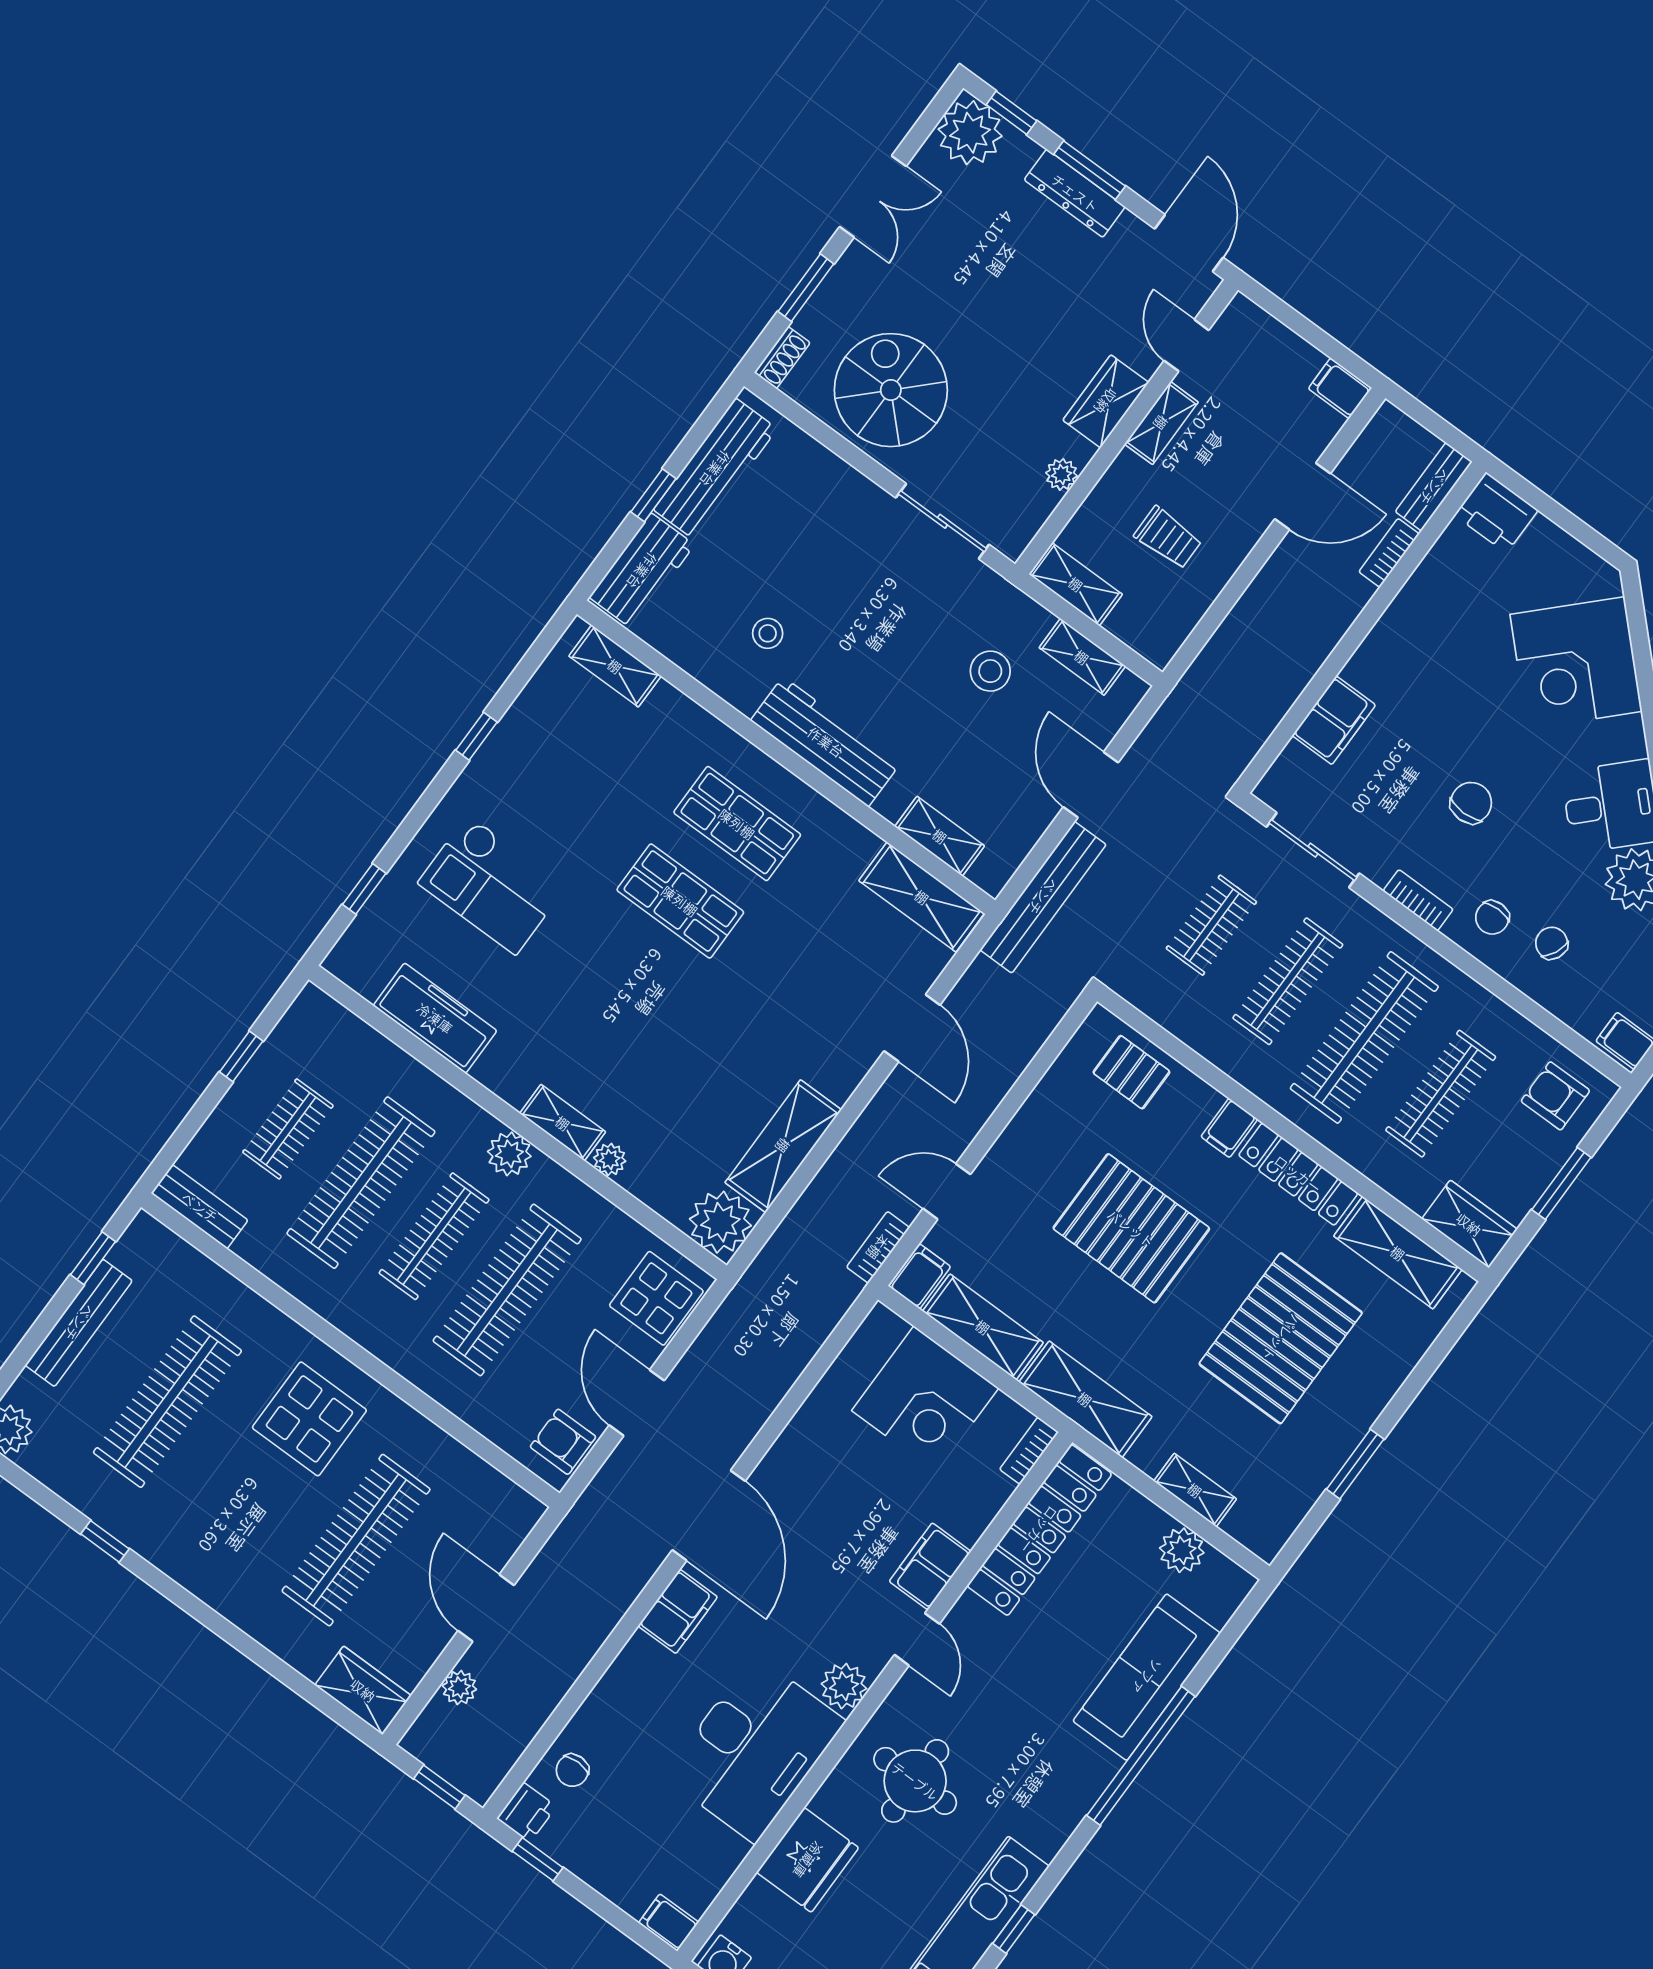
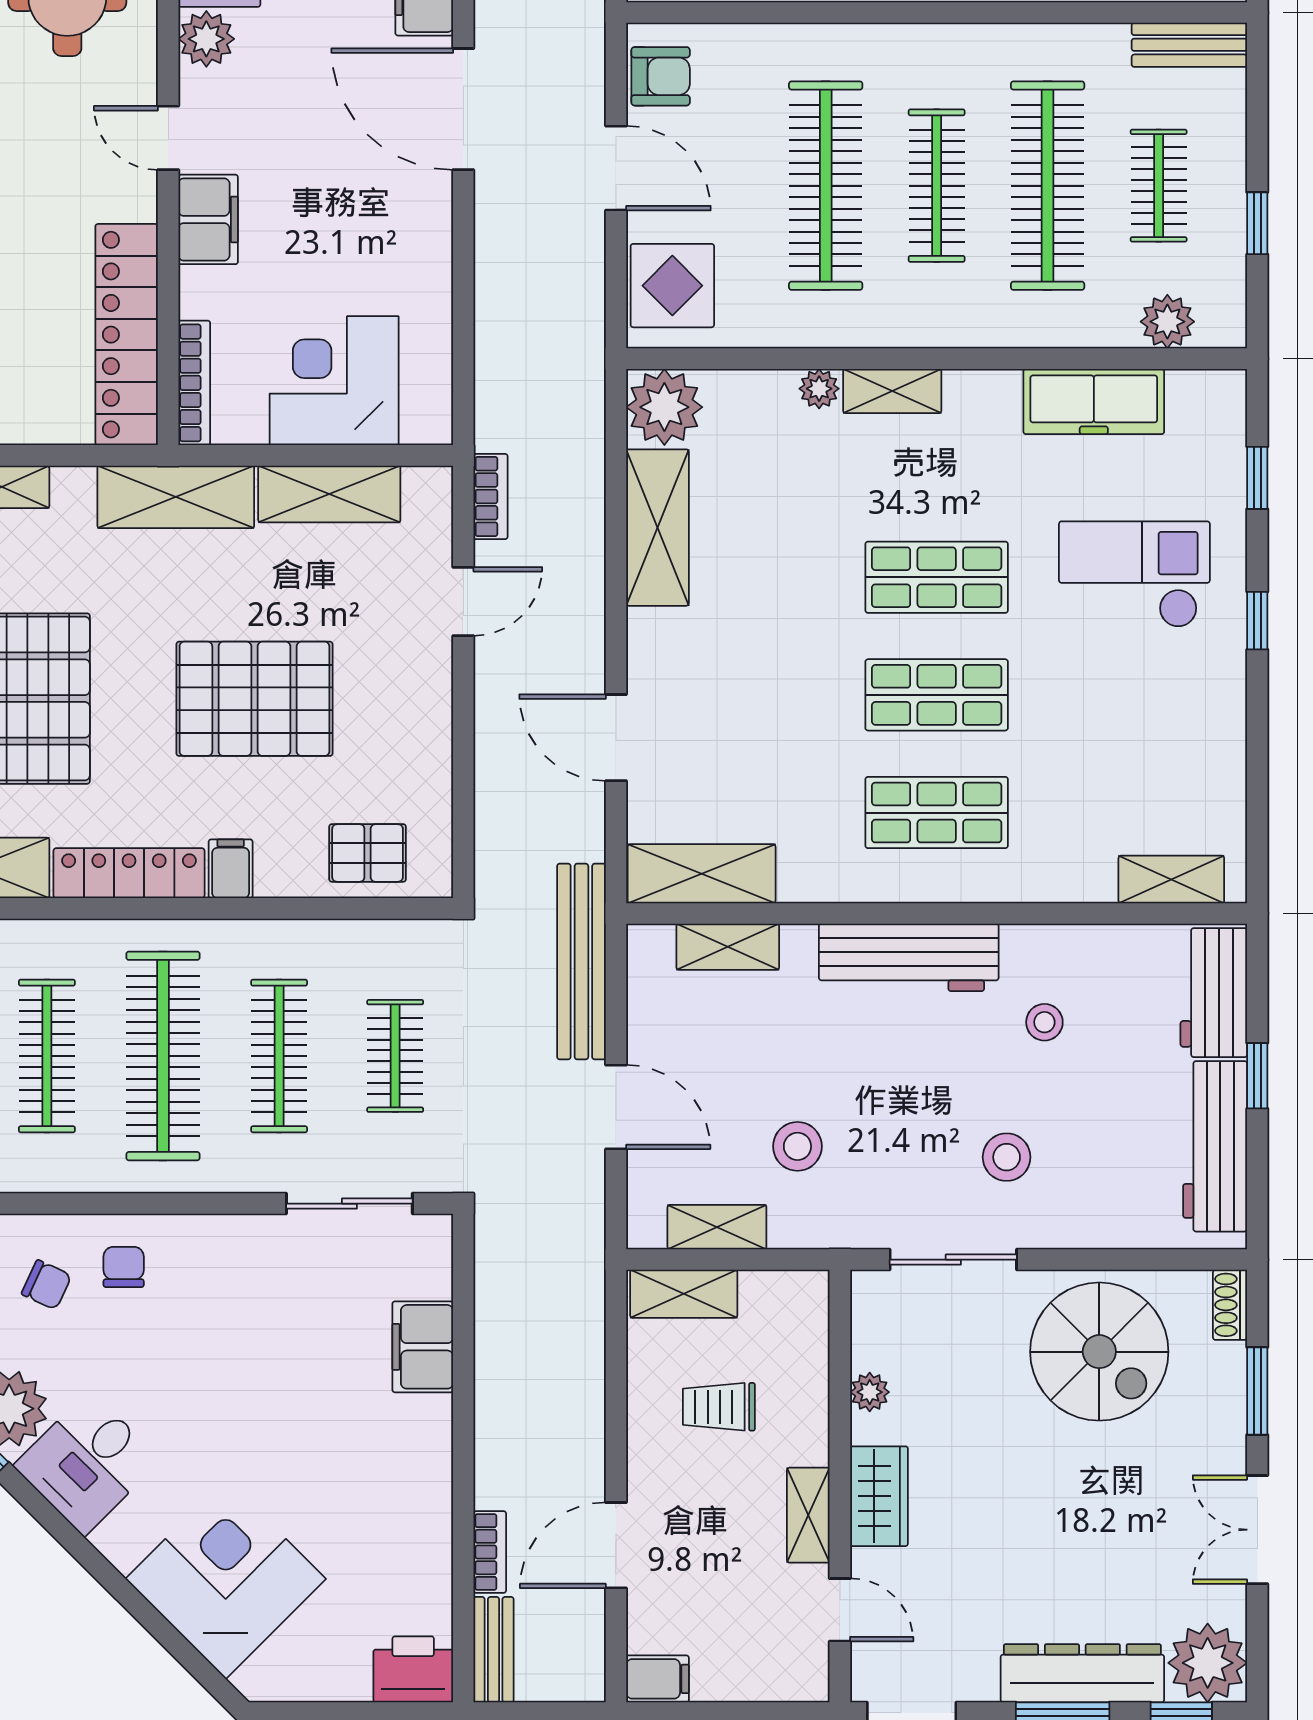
dresser: (1075, 193) -> (1082, 1673), width x1.37, depth x1.24
stool: (858, 563) -> (1007, 1157), added
shelving: (1076, 584) -> (684, 1294), moved
window: (476, 736) -> (1257, 621), moved
chair: (1471, 803) -> (228, 1365), removed
bookcase: (1418, 900) -> (209, 1230), removed
shop shelf: (623, 978) -> (937, 577), added
plant: (509, 1154) -> (1167, 322), moved
filing cabinet: (919, 1276) -> (429, 498), removed
bookcase: (1029, 1451) -> (194, 383), width x1.56

